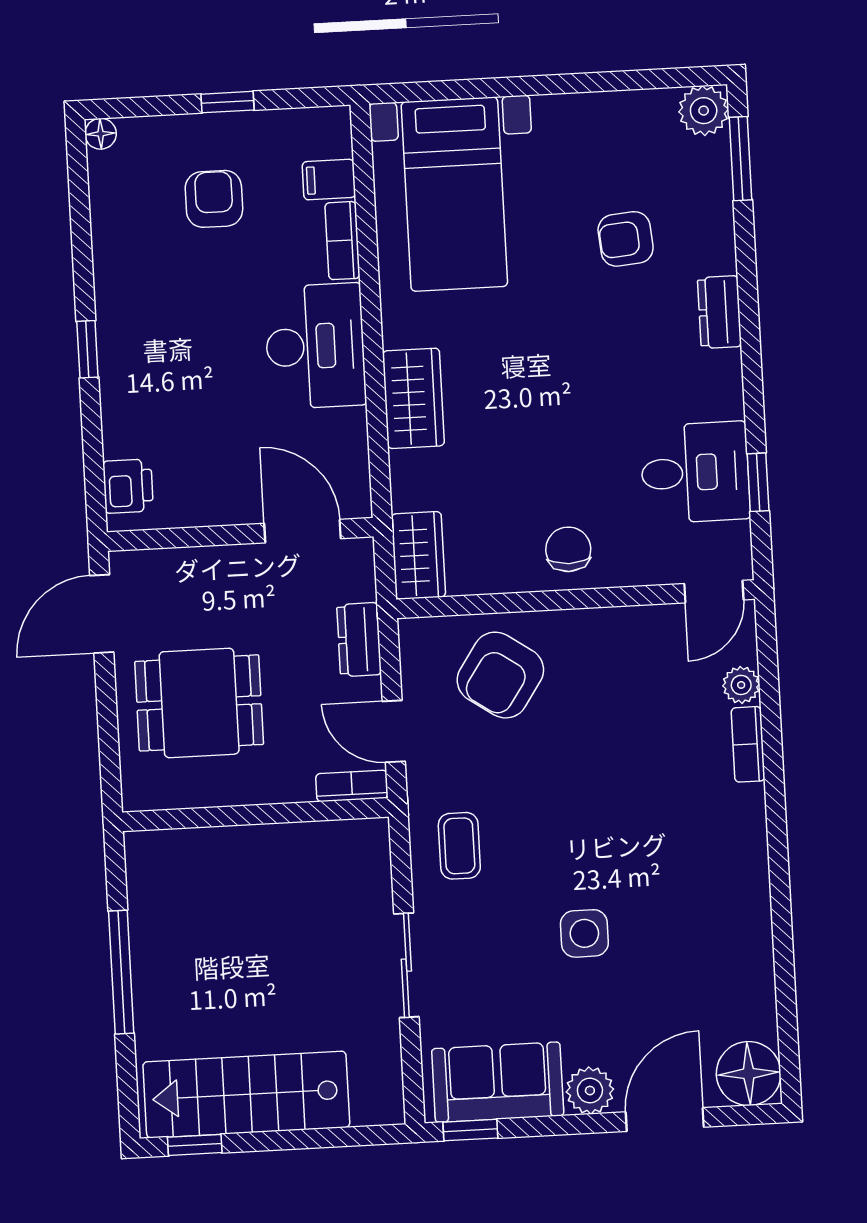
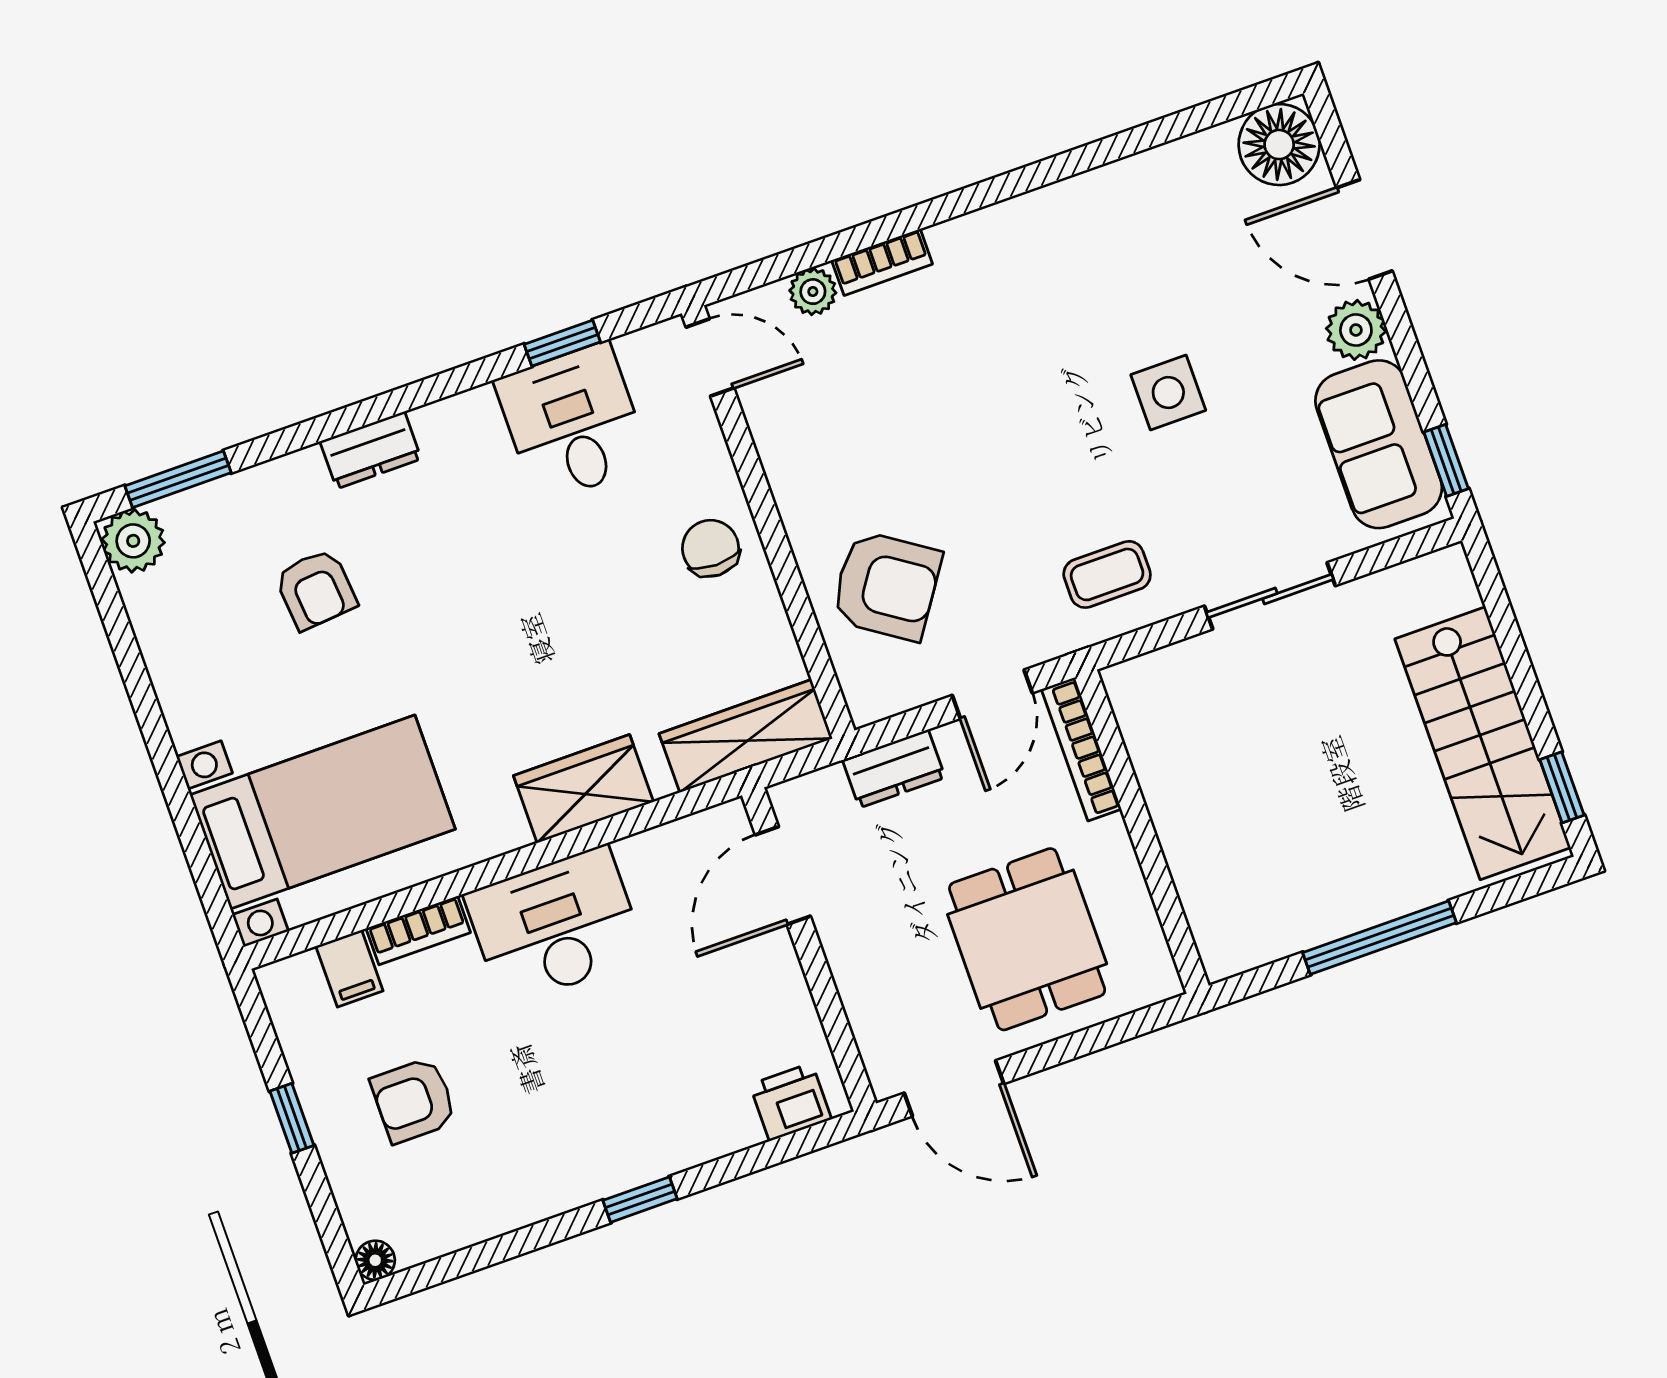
chair: (568, 549) -> (711, 548), turned 90
wardrobe: (418, 555) -> (746, 736), width x1.50
bookcase: (352, 786) -> (1081, 749), width x1.56

